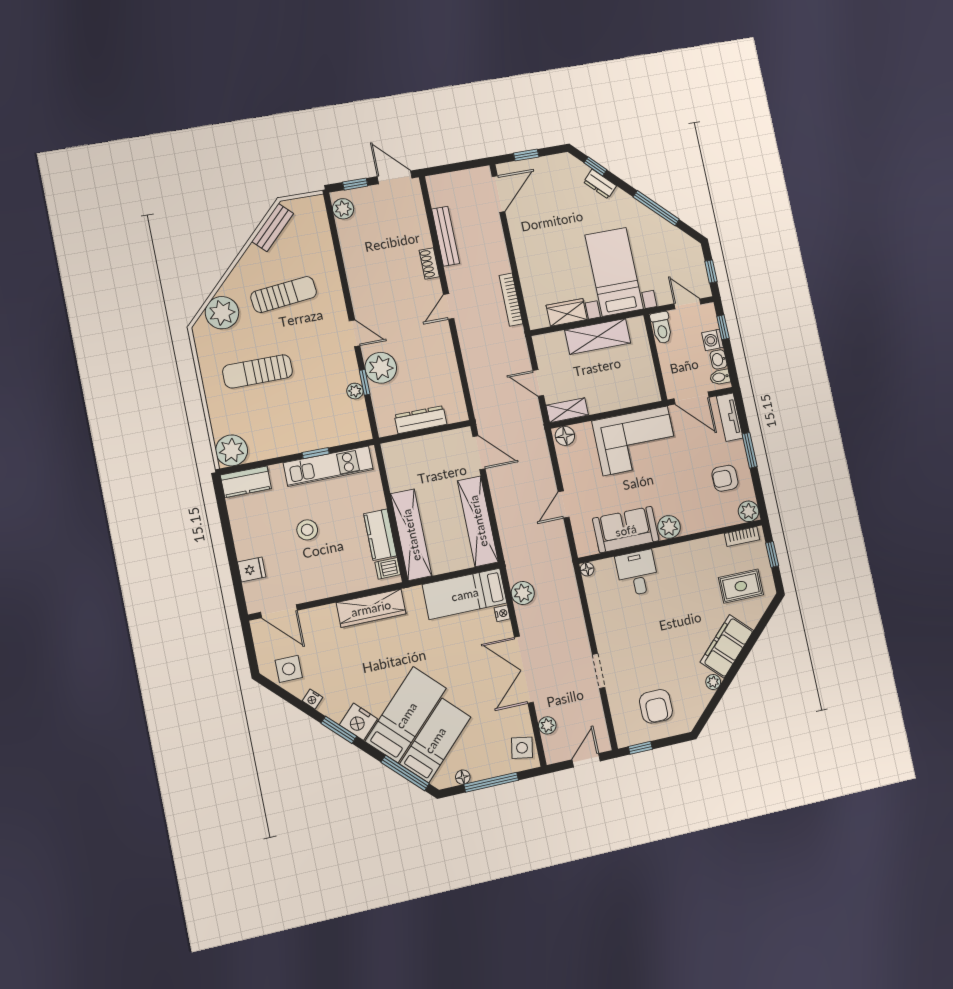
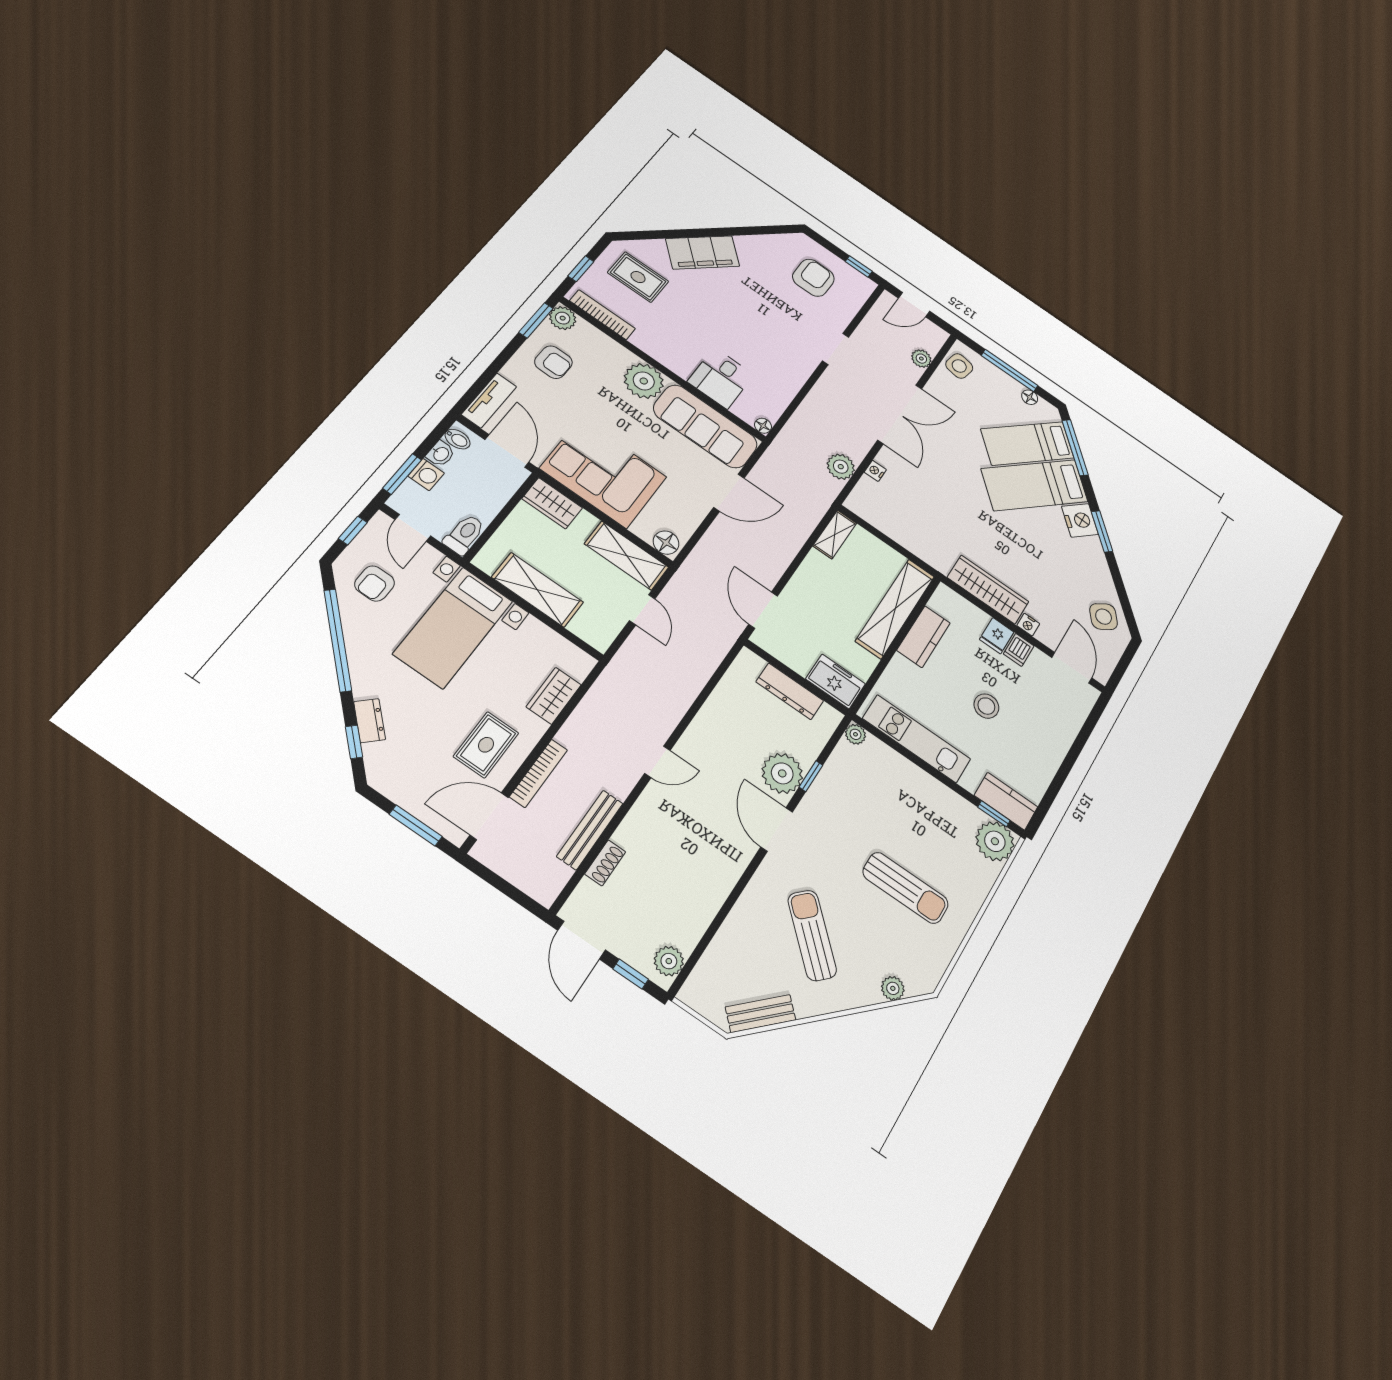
window: (526, 155) -> (416, 825), width x1.50
window: (656, 208) -> (338, 640), width x1.46
rug: (537, 228) -> (486, 745), added
armchair: (672, 255) -> (375, 584), added
shoe rack: (429, 264) -> (605, 863), moved
sun lounger: (284, 294) -> (812, 935), turned 50
bookcase: (511, 300) -> (538, 773), moved
wardrobe: (567, 312) -> (554, 696), moved, turned 90
plant: (222, 313) -> (893, 988), width x0.53, depth x0.53
window: (723, 327) -> (402, 474), width x1.50
door: (355, 333) -> (777, 829), width x1.38
plant: (355, 391) -> (855, 734), moved
wardrobe: (641, 393) -> (552, 503), added
shelving: (567, 410) -> (627, 556), width x1.50, depth x1.33
window: (750, 450) -> (536, 320), moved
freezer: (402, 452) -> (835, 681), added
window: (316, 453) -> (994, 814), moved
door: (564, 504) -> (729, 493), width x1.38
shelving: (478, 521) -> (835, 535), width x0.45, depth x0.75
plant: (669, 527) -> (644, 381), width x1.36, depth x1.36
sofa: (626, 530) -> (705, 426), width x1.36
bookcase: (742, 537) -> (602, 315), width x1.56
dishwasher: (388, 568) -> (1019, 650), moved, turned 90
fridge: (252, 570) -> (997, 636), moved, turned -90
bed: (465, 594) -> (894, 518), removed
side table: (289, 669) -> (1104, 617), turned -36
plant: (713, 682) -> (744, 243), removed
nightstand: (312, 699) -> (1028, 625), moved, turned 135

